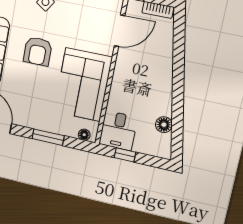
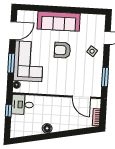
corner sofa: (83, 85) -> (29, 61), moved, turned 90
floor lamp: (164, 125) -> (47, 128), moved

